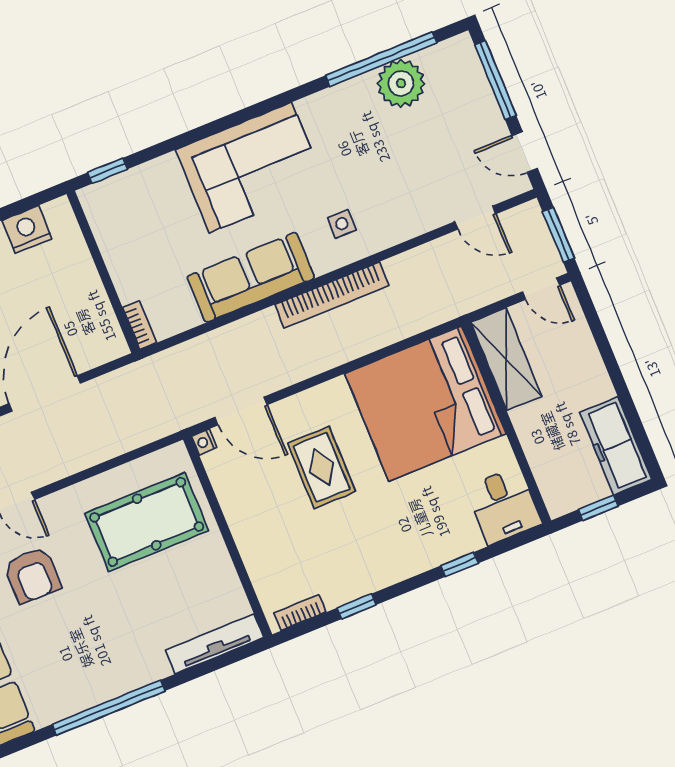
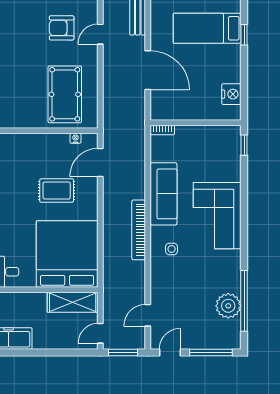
nightstand: (204, 442) -> (75, 138), moved

